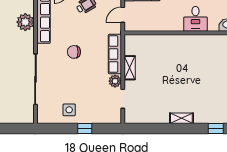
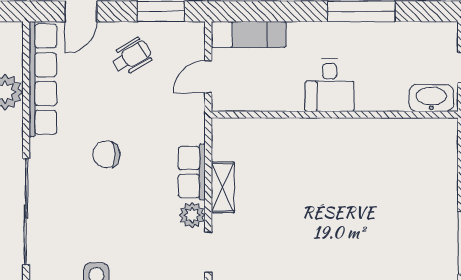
desk: (195, 19) -> (330, 85), moved
row of seats: (115, 54) -> (192, 172), width x0.68

